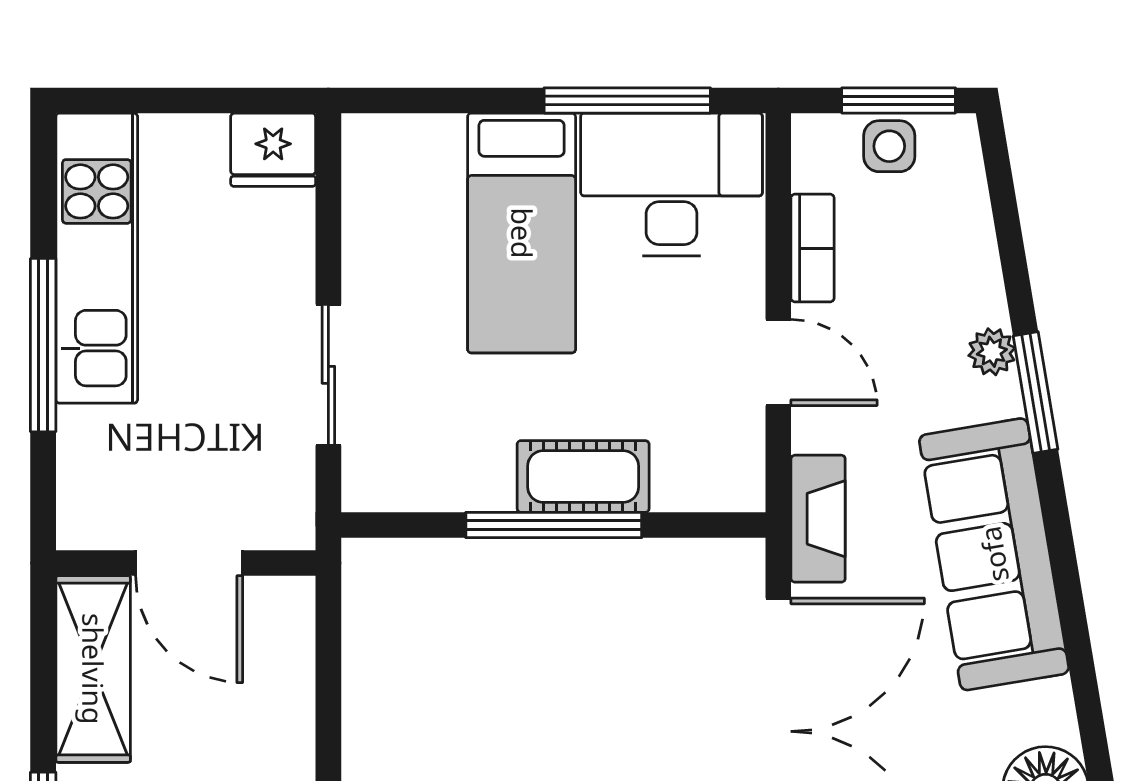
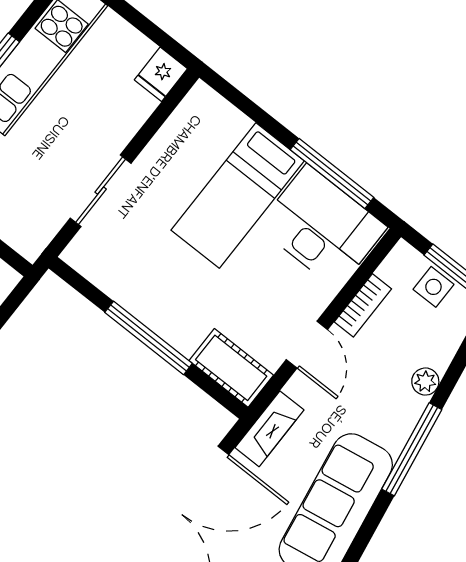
fridge: (273, 150) -> (161, 74), width x0.72
plant: (992, 352) -> (425, 382), moved
window: (1036, 392) -> (412, 449), width x1.44
cot: (583, 476) -> (231, 368), moved

